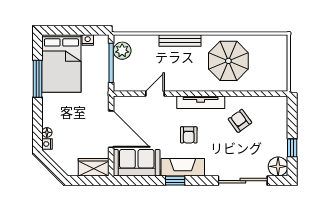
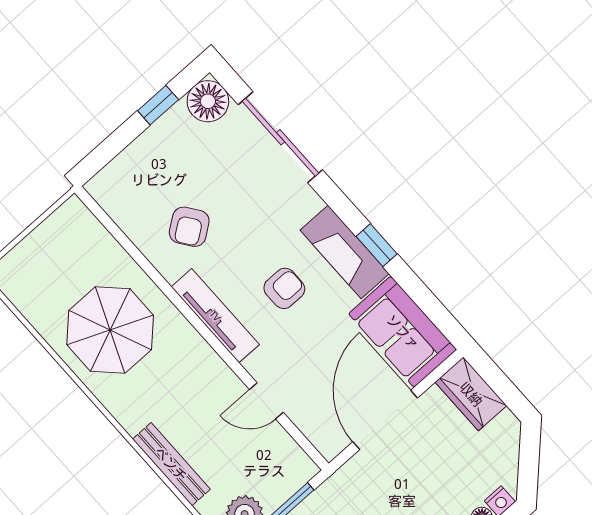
bench: (180, 41) -> (171, 464), moved

